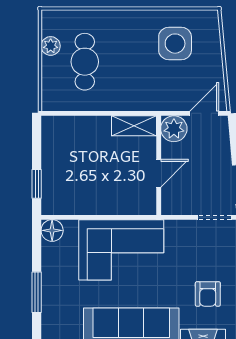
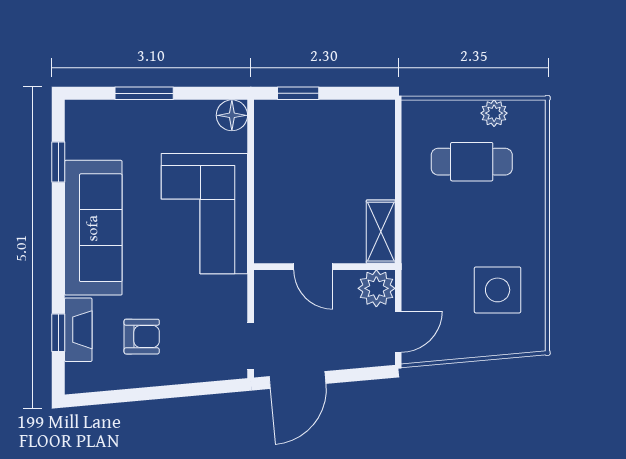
door: (204, 113) -> (398, 332), hinge flipped
armchair: (208, 294) -> (142, 337), turned 180

